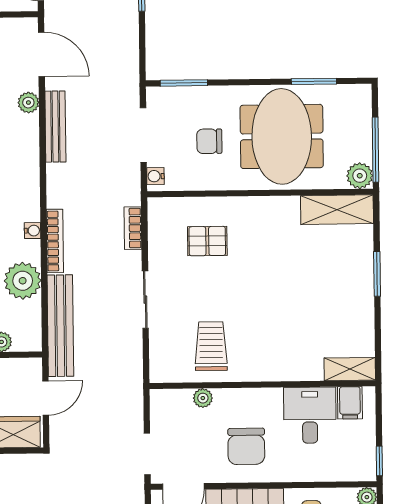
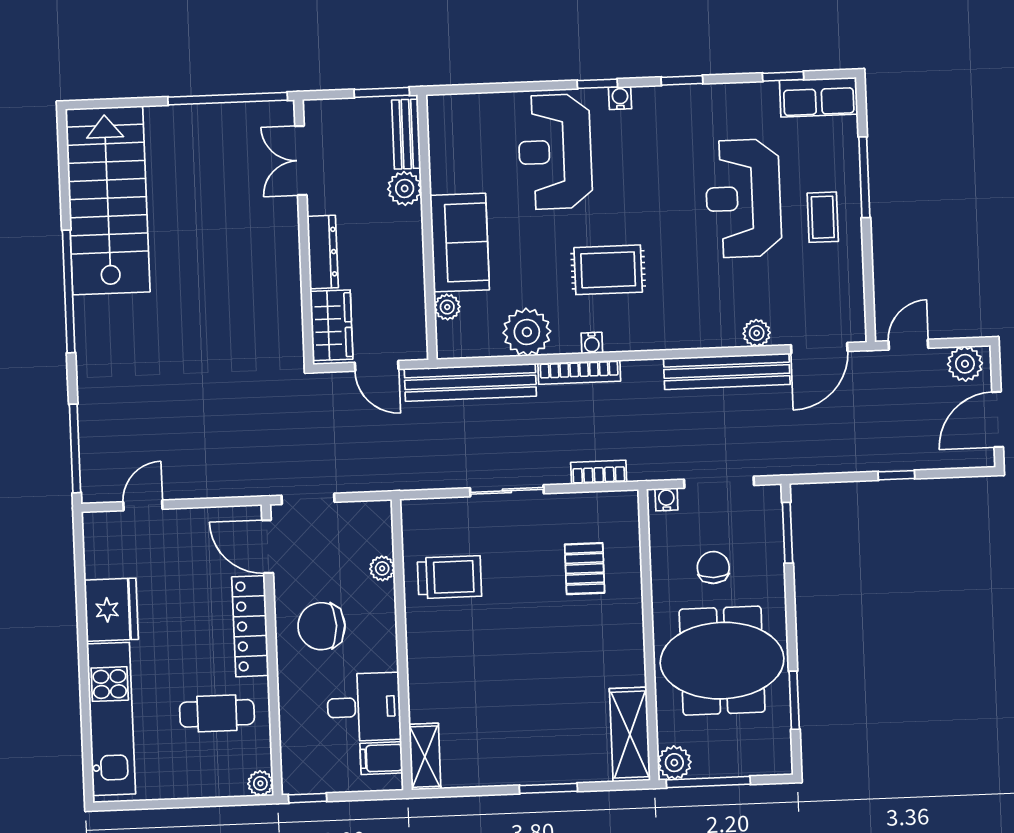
bench: (55, 127) -> (727, 371), width x1.37, depth x1.21

